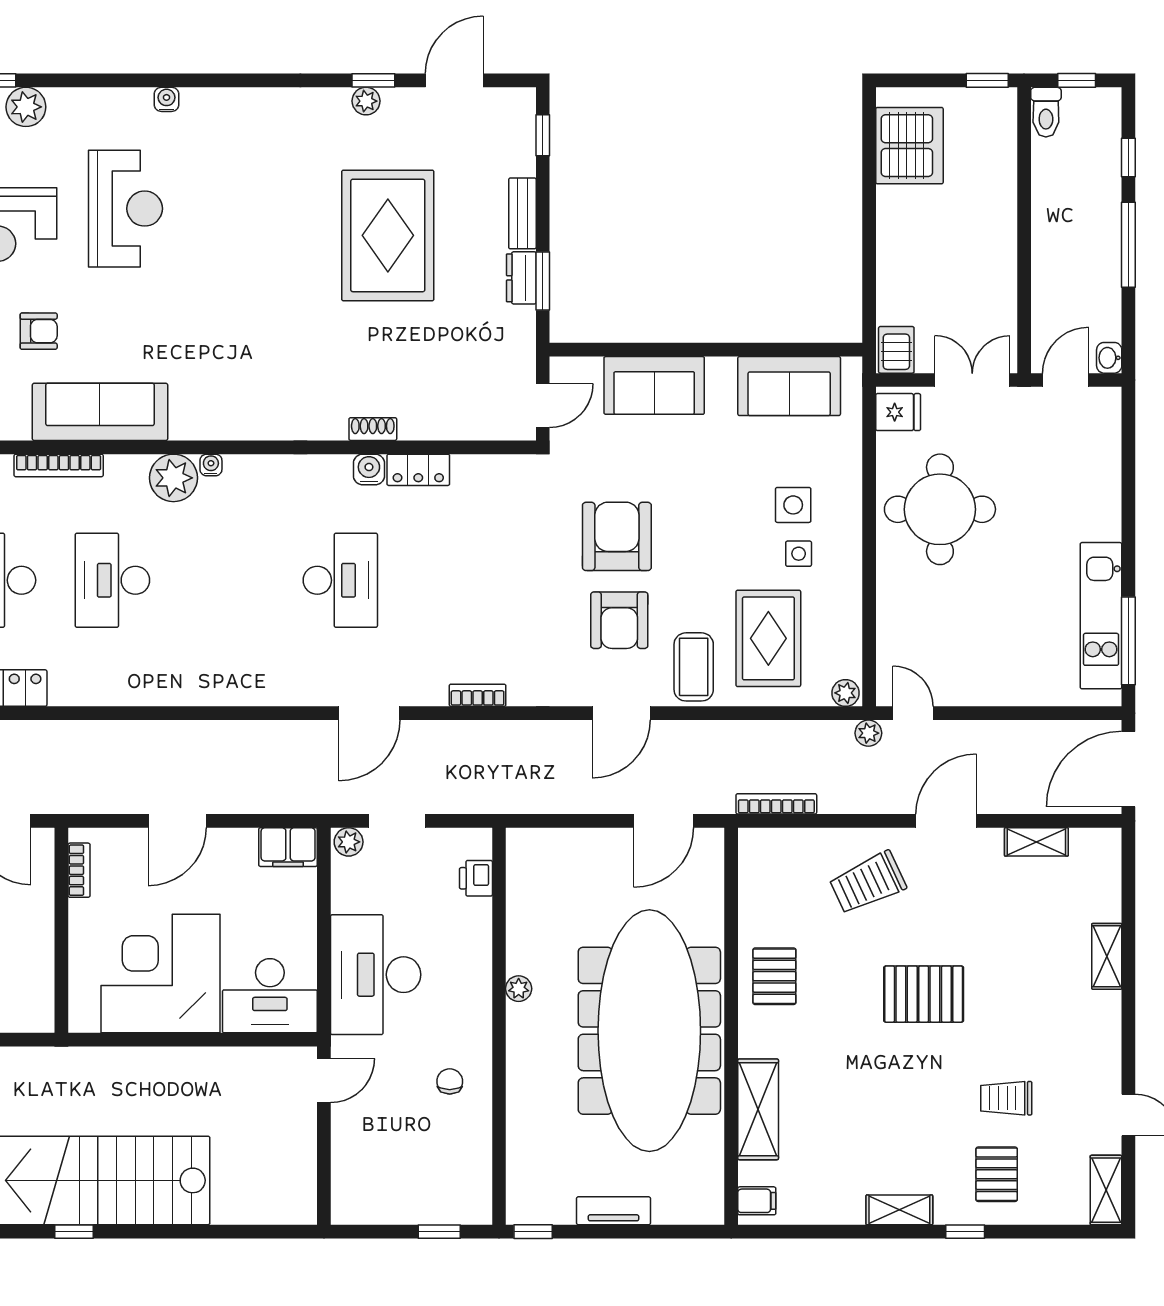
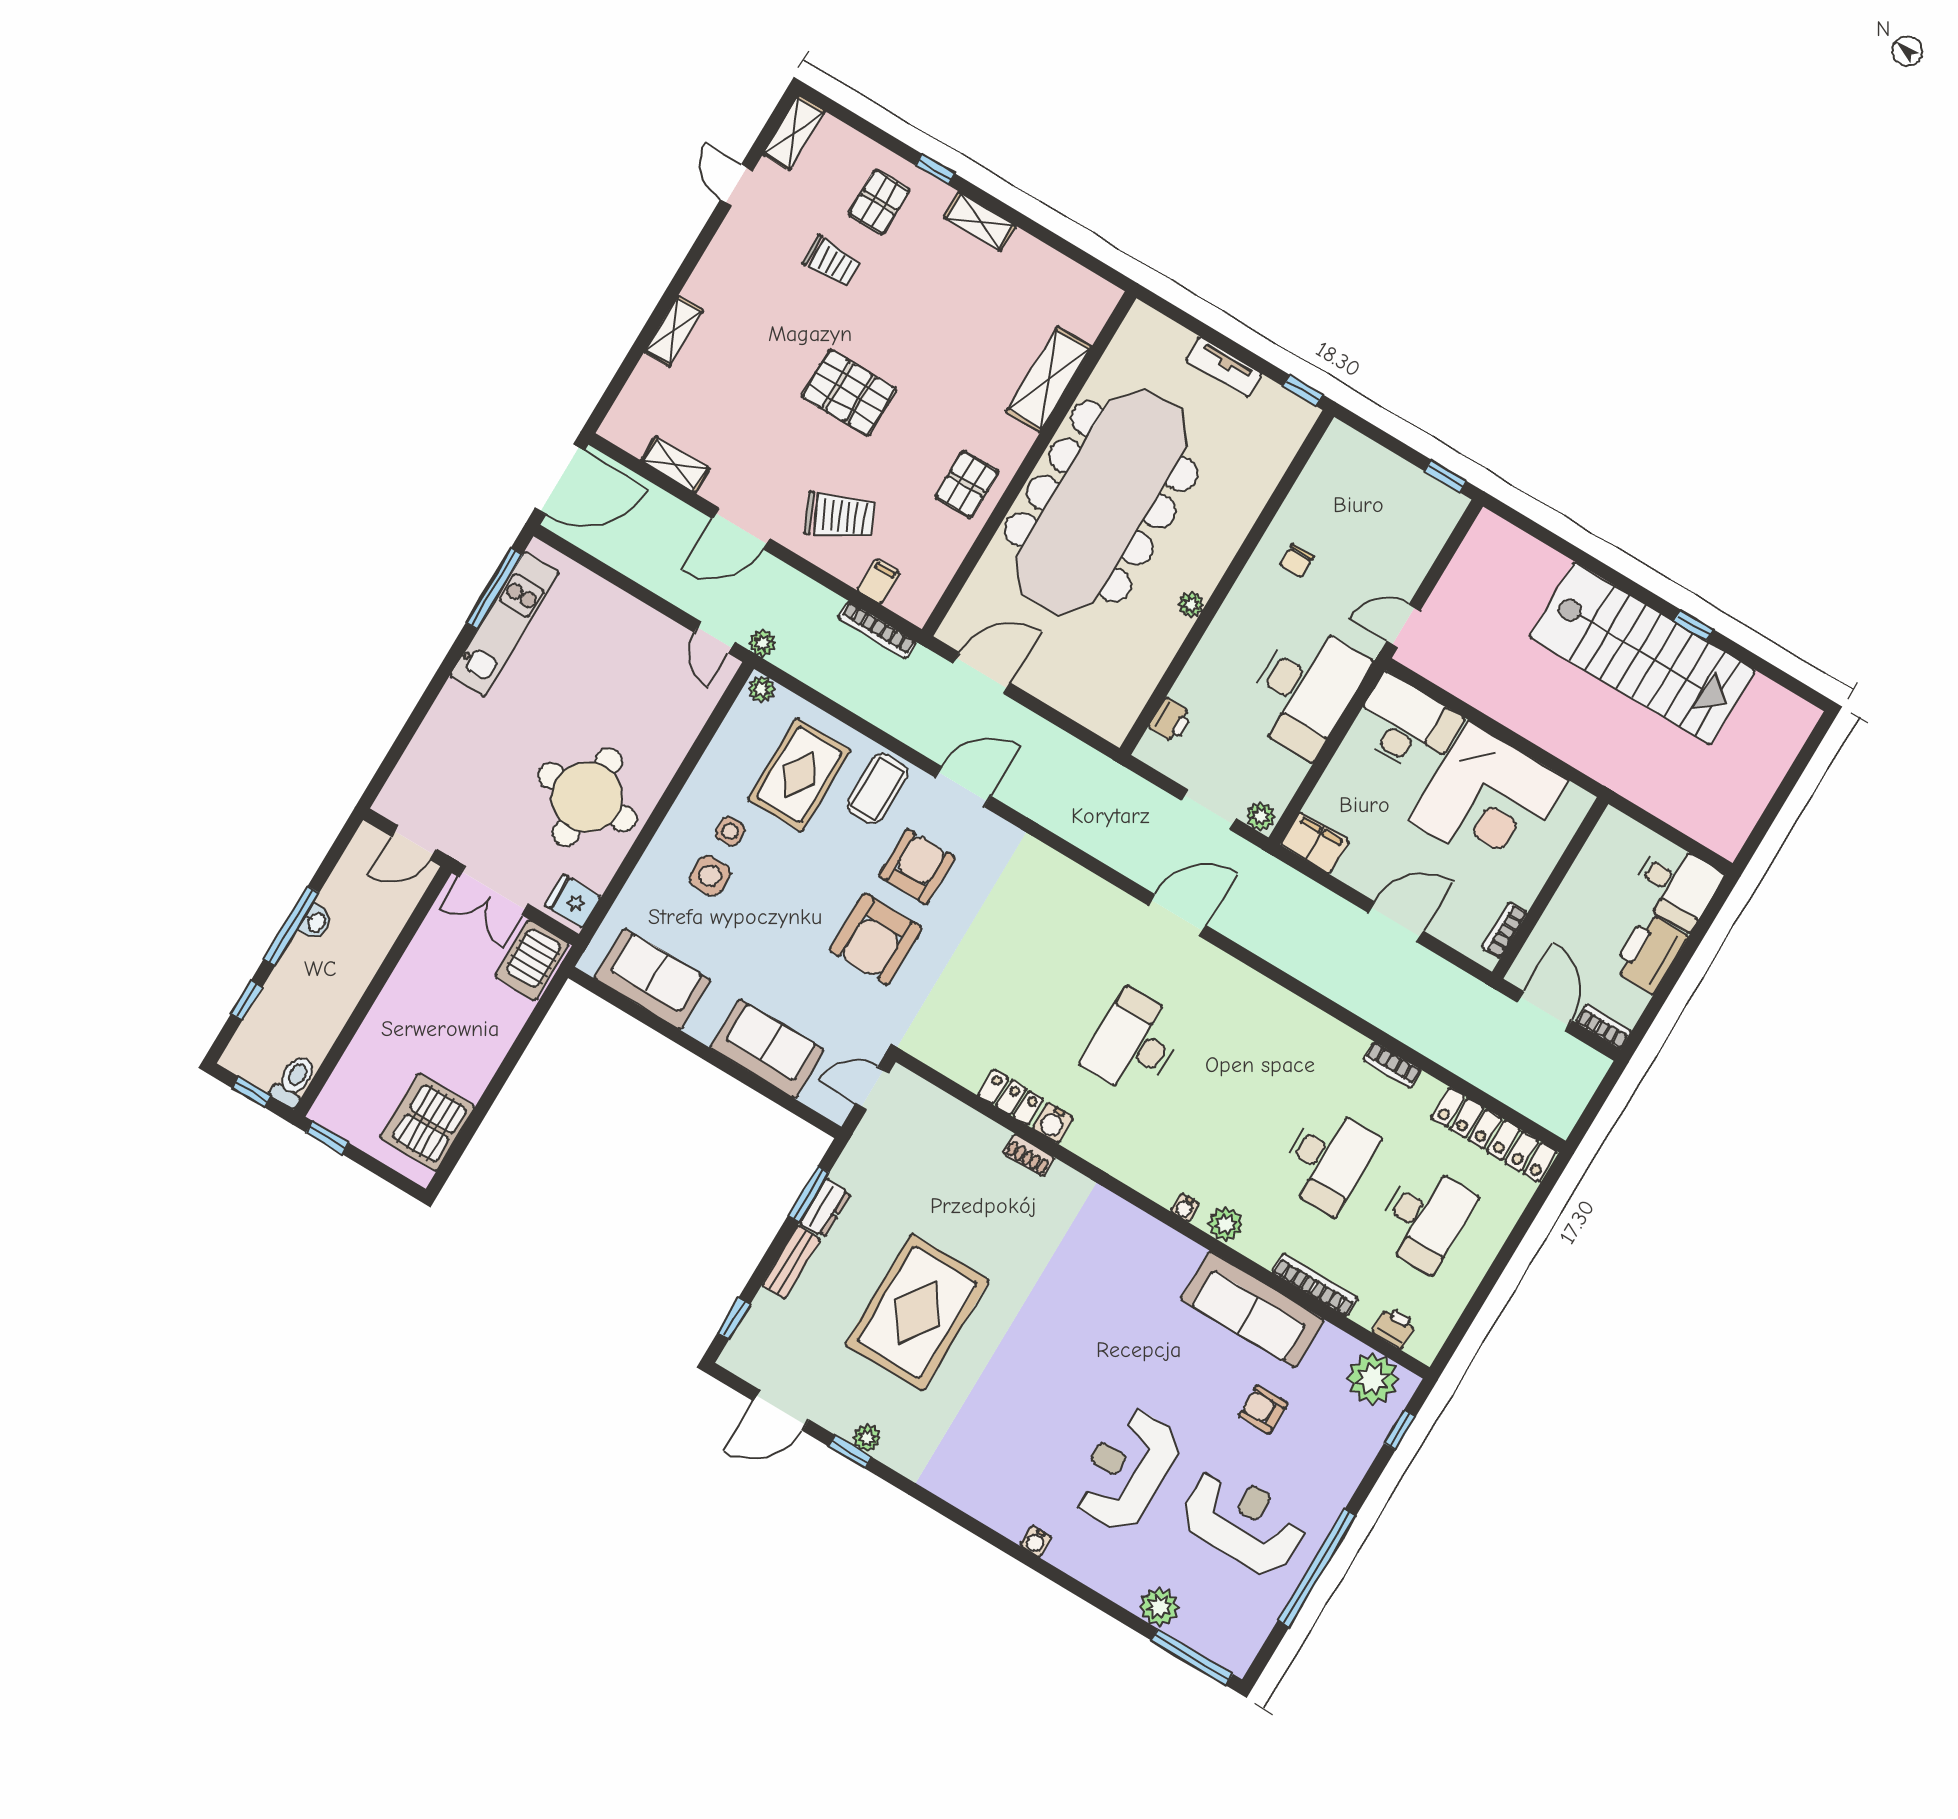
server rack: (896, 350) -> (532, 960), width x1.36, depth x1.44
washbasin: (1109, 358) -> (316, 922), moved
plant: (173, 478) -> (1226, 1224), width x0.73, depth x0.73
bookcase: (478, 695) -> (1392, 1065), moved
filing cabinet: (757, 1201) -> (879, 581), moved, turned 90
window: (439, 1232) -> (1445, 476), moved

